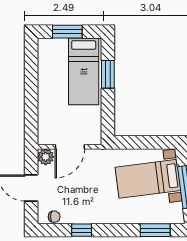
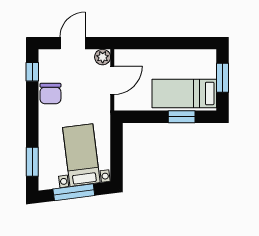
door: (70, 147) -> (112, 80), swing flipped
chair: (54, 217) -> (50, 94), moved, width x1.87, depth x1.87
window: (82, 230) -> (32, 72), moved

